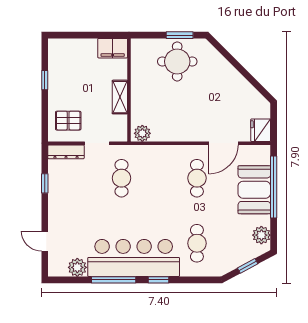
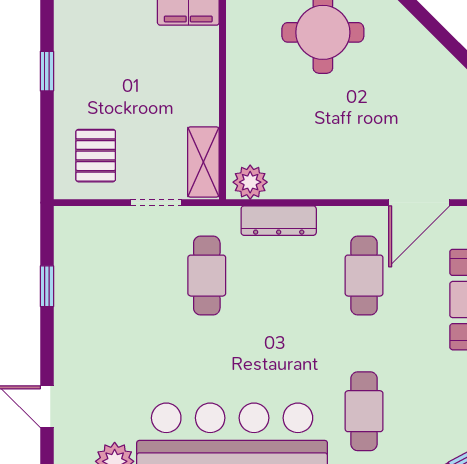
shelving: (120, 97) -> (203, 162), moved
pallet: (68, 121) -> (96, 156), turned 90
dresser: (66, 152) -> (279, 221), moved

